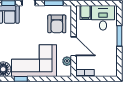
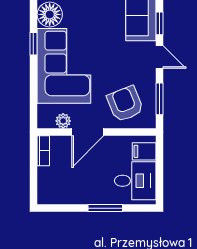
armchair: (57, 24) -> (125, 104), turned 68

